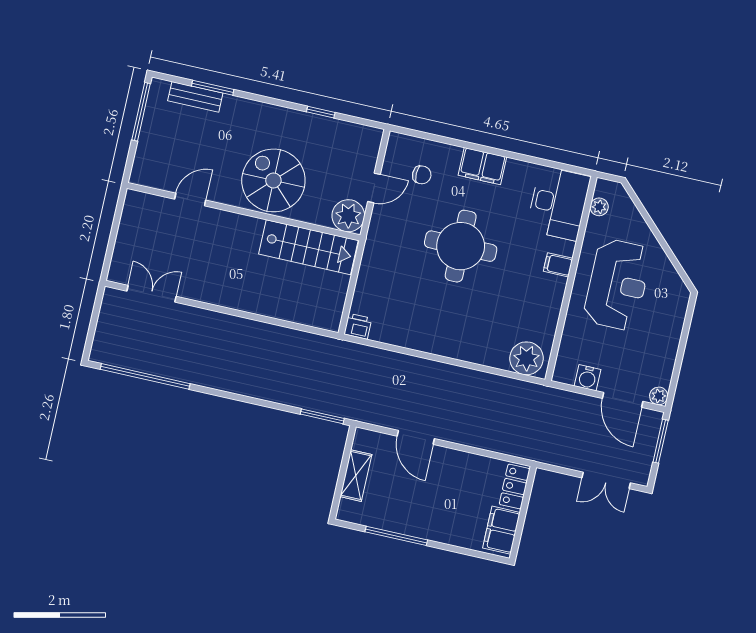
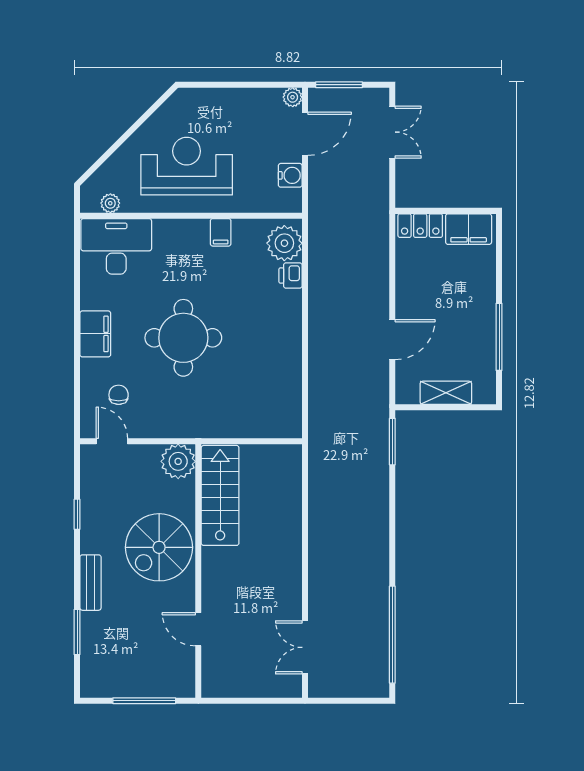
bench: (195, 97) -> (91, 583), moved
window: (141, 112) -> (144, 701), moved
door: (374, 188) -> (112, 441), moved
filing cabinet: (558, 265) -> (221, 232), moved
printer: (358, 326) -> (291, 276), moved

